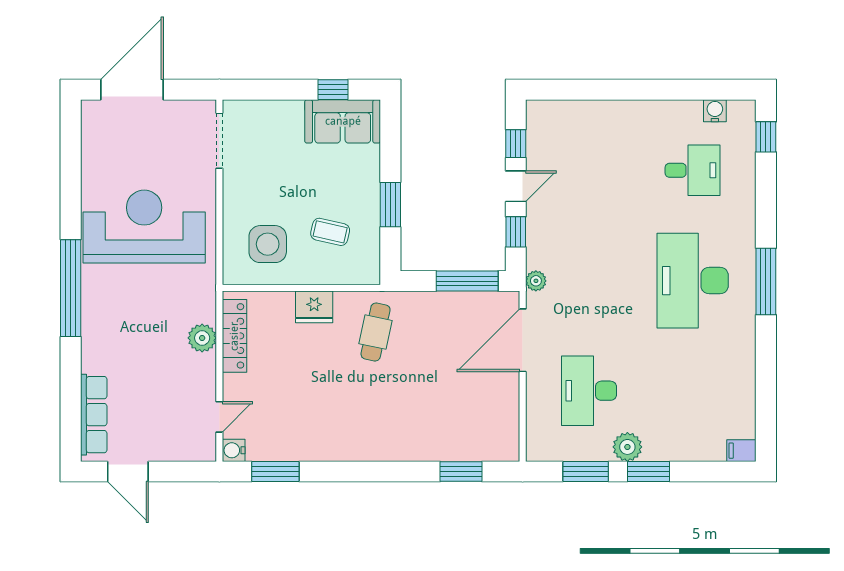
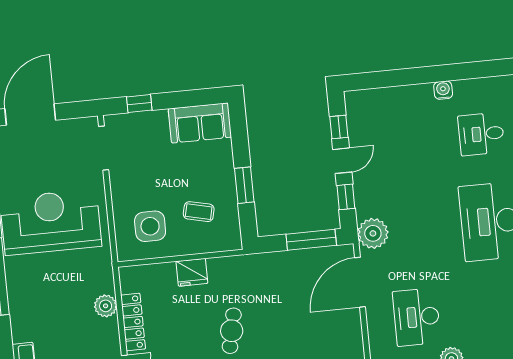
window: (333, 90) -> (139, 104), moved
water cooler: (715, 111) -> (443, 90), moved
desk: (693, 170) -> (481, 134), turned 180
plant: (536, 281) -> (373, 233), width x1.87, depth x1.87
cafe table: (376, 332) -> (232, 331), moved
locker: (234, 336) -> (133, 322), moved

